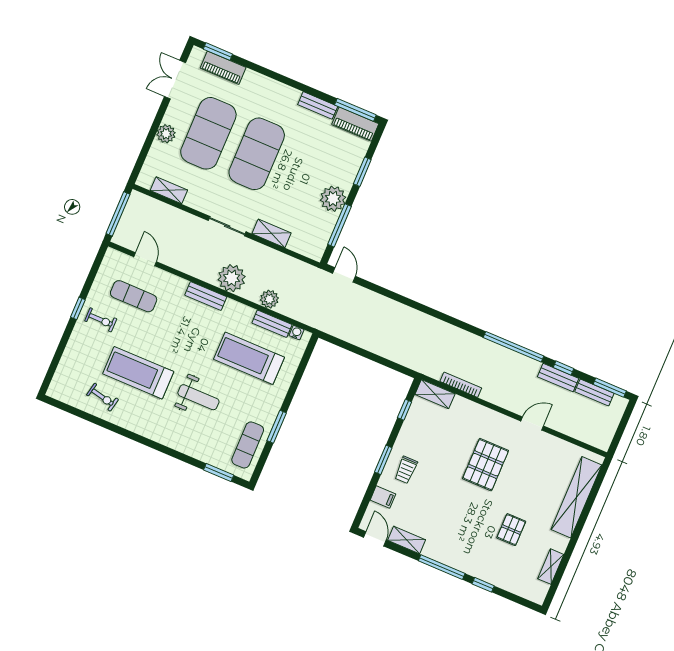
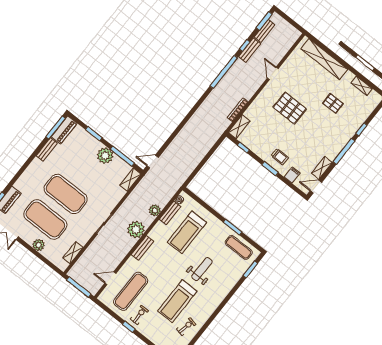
shelving: (272, 233) -> (130, 180), moved
exercise mat: (134, 296) -> (131, 291), width x1.36, depth x1.45

